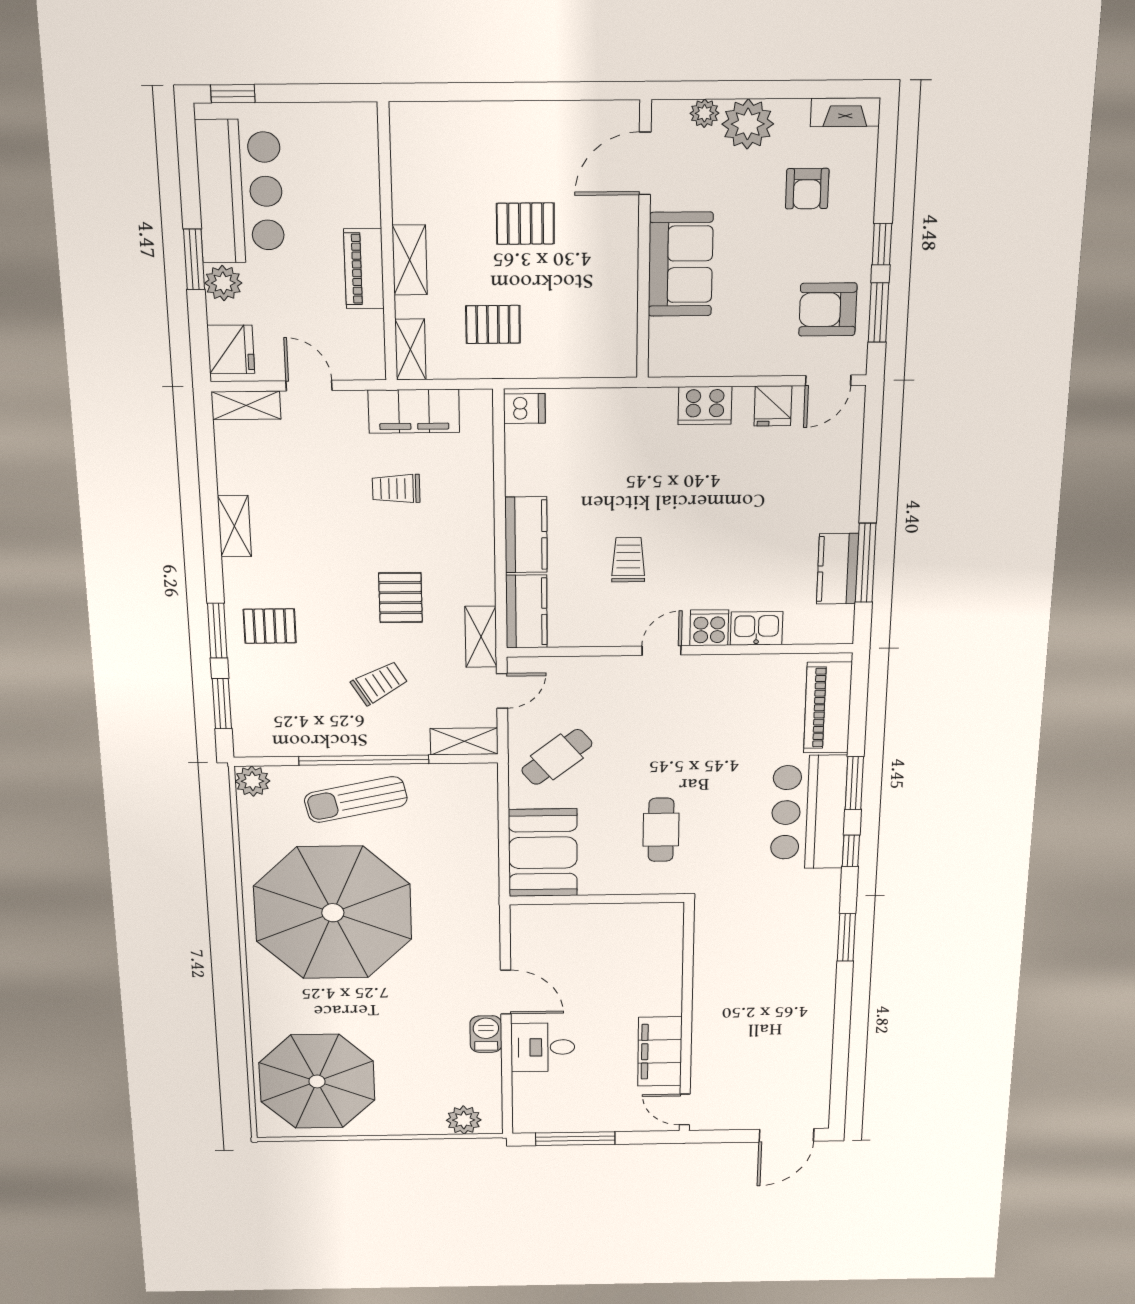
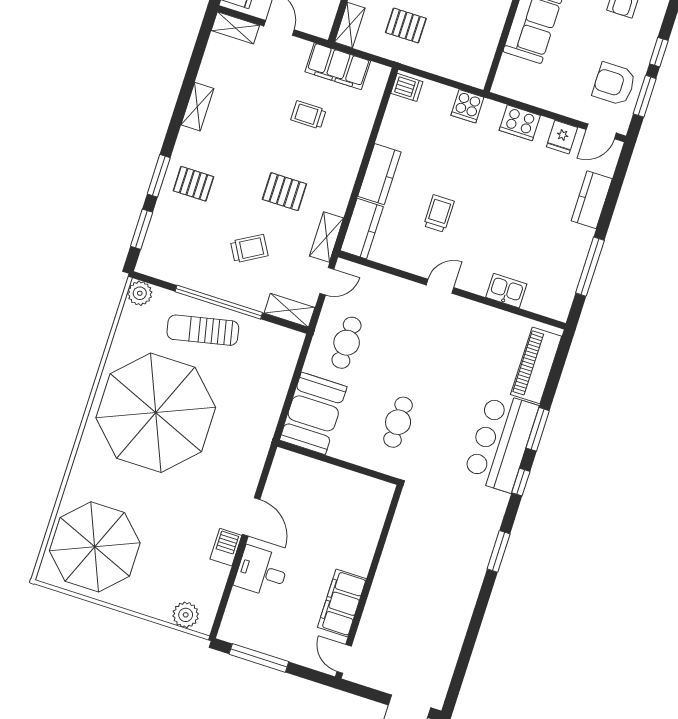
kitchen counter: (838, 569) -> (592, 200), moved
pallet: (400, 598) -> (284, 192), turned 90
cooker: (709, 628) -> (467, 106), moved, turned 180
cafe table: (557, 757) -> (347, 343), turned -51

